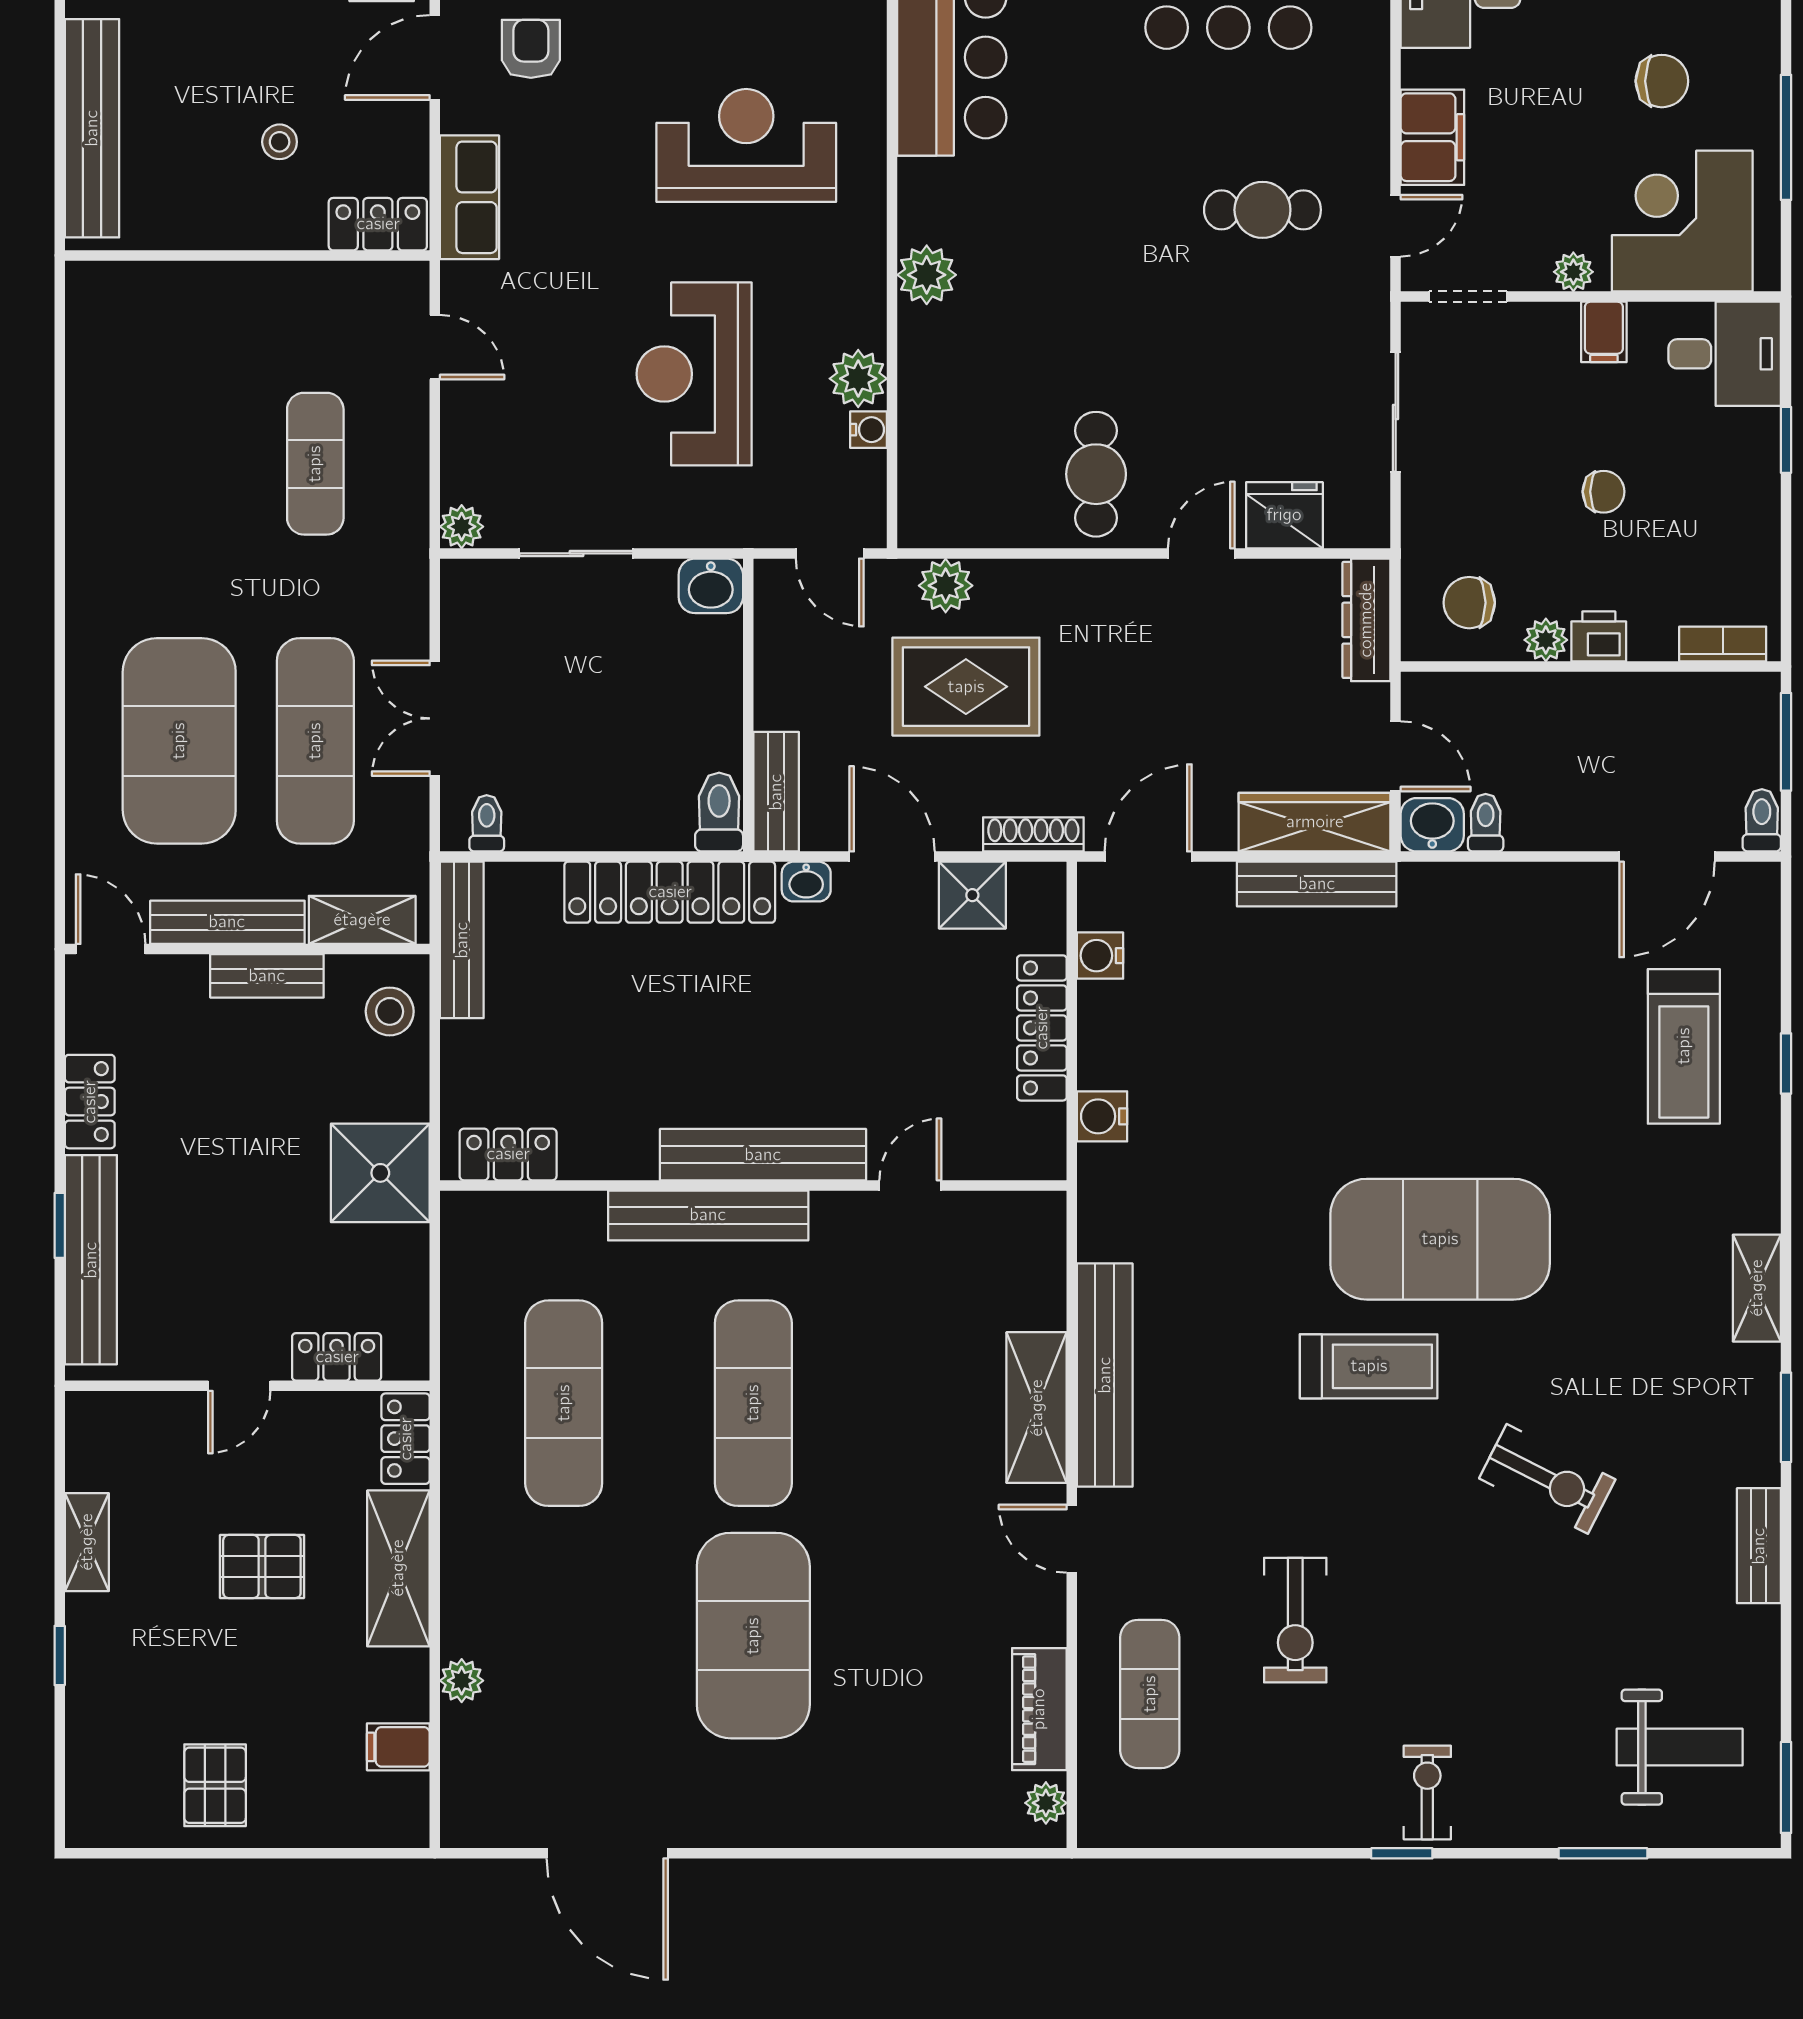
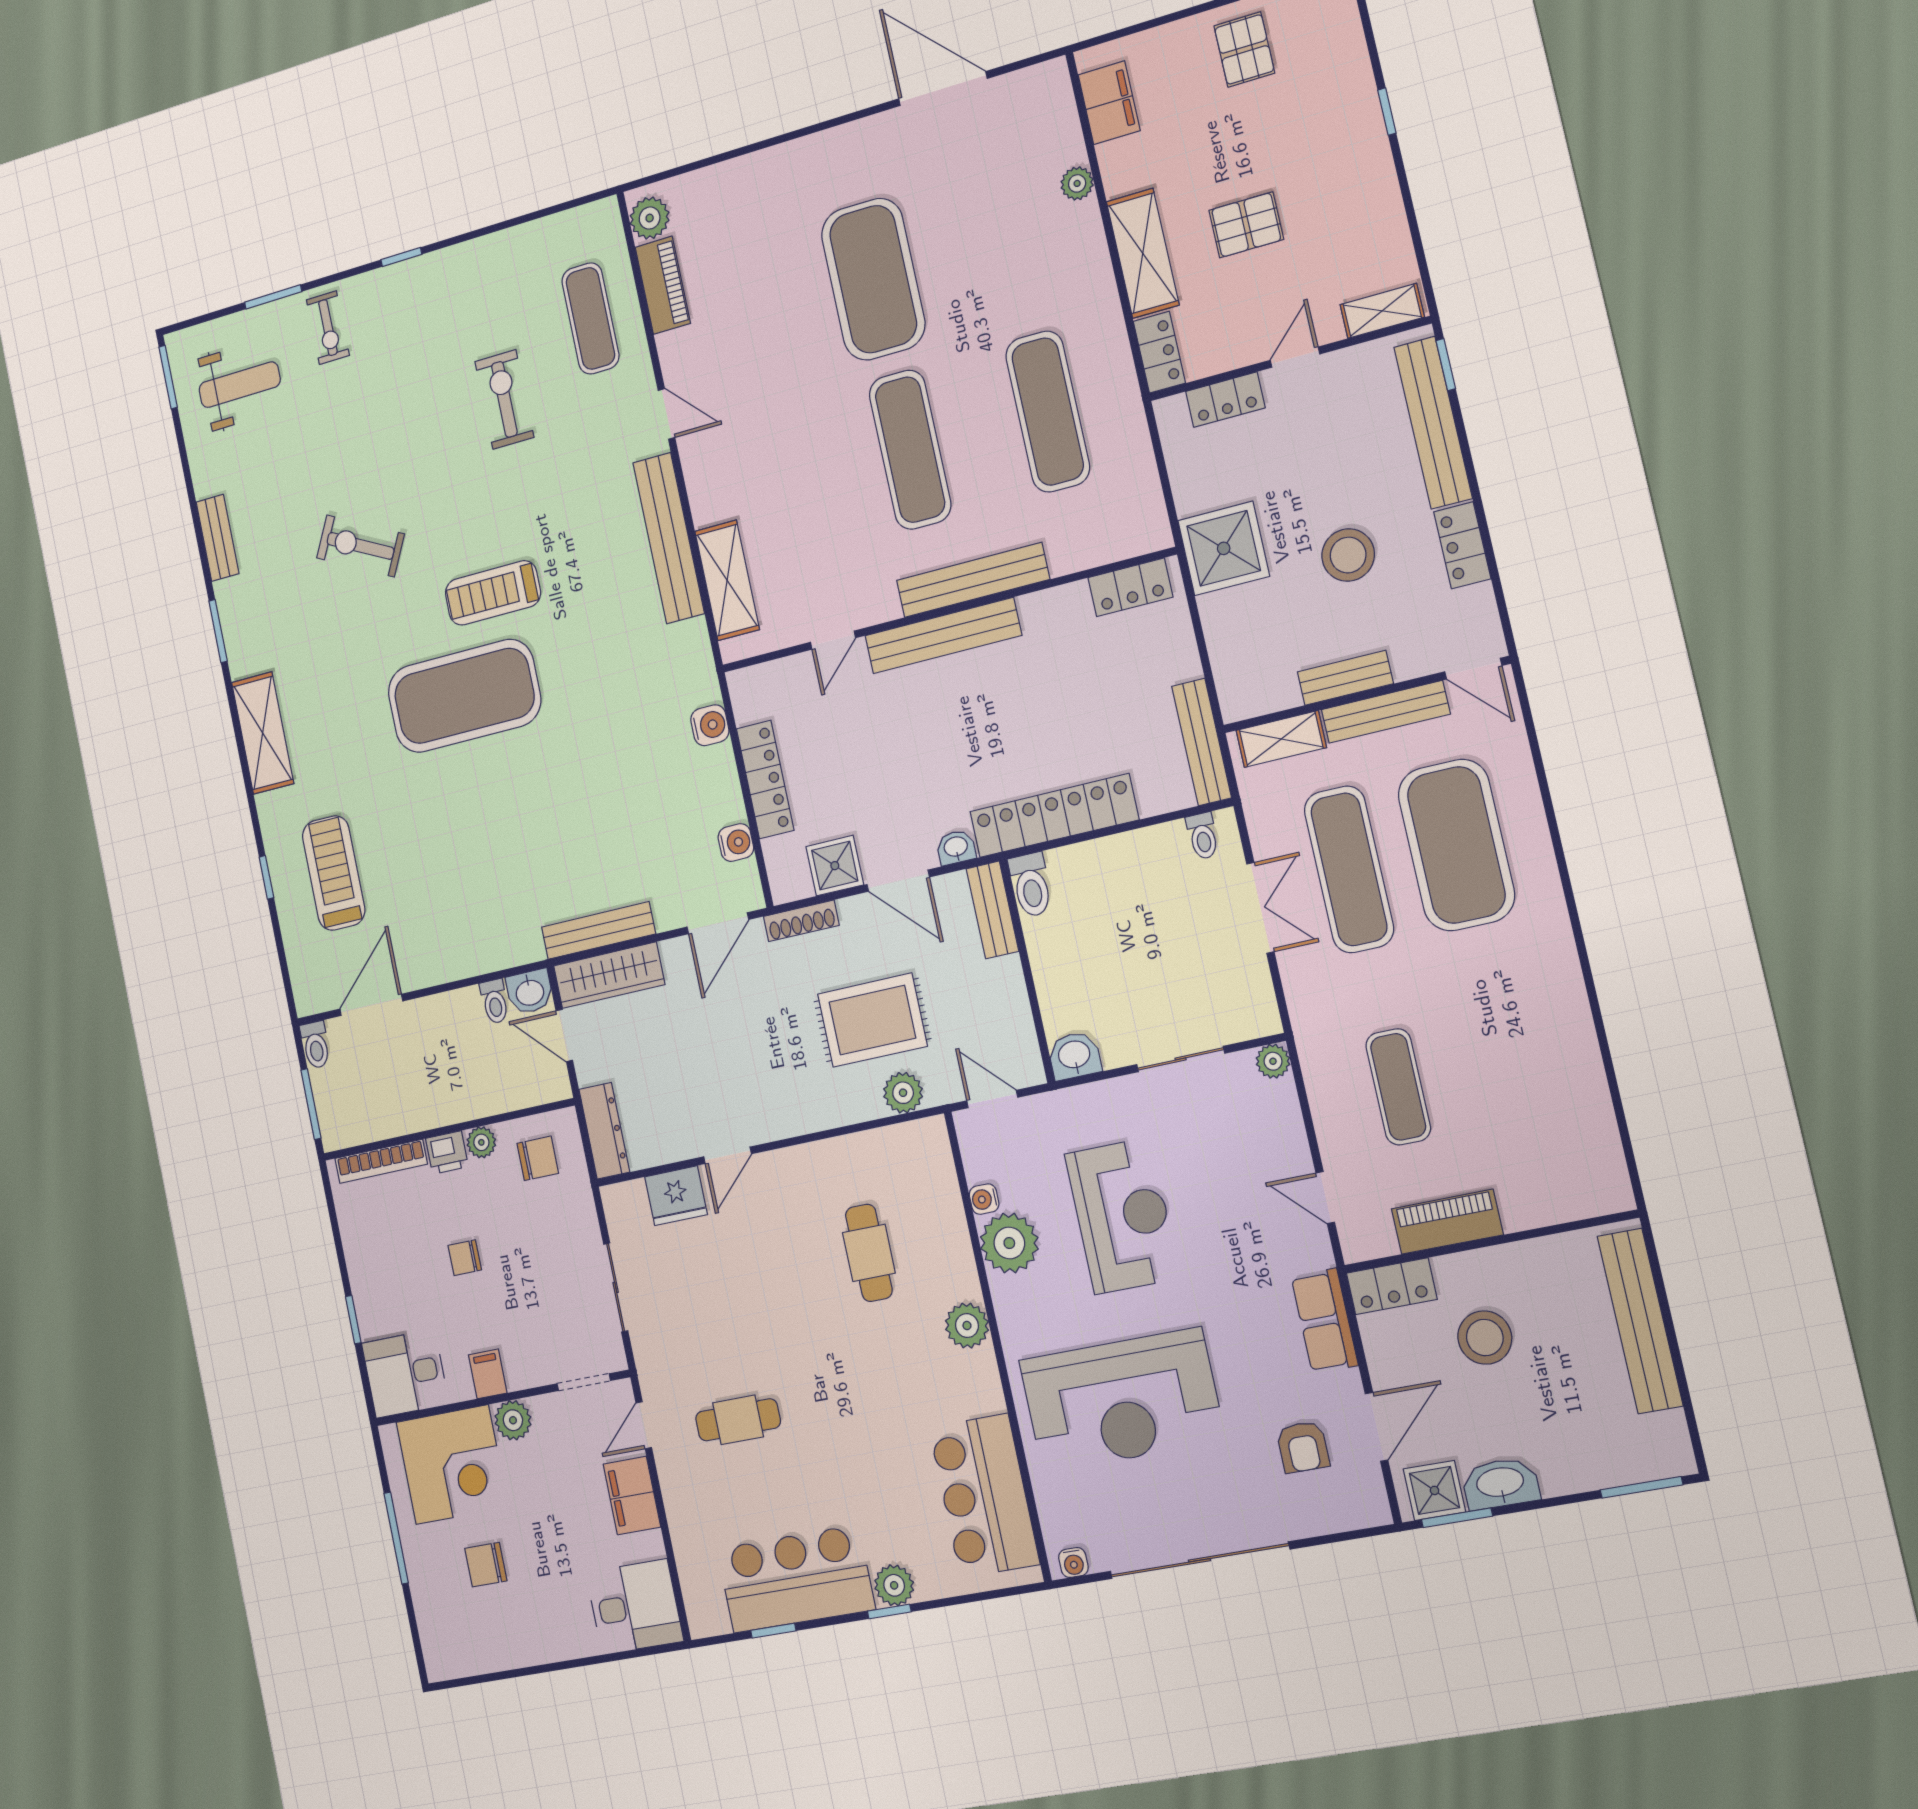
stool: (280, 142) -> (1485, 1338), width x1.89, depth x1.89
reception desk: (746, 145) -> (1122, 1400), width x1.36, depth x1.30
plant: (1573, 272) -> (513, 1420), width x1.38, depth x1.38
piano: (293, 289) -> (1447, 1222), added
plant: (858, 379) -> (1009, 1243), width x1.36, depth x1.36
cafe table: (1096, 474) -> (869, 1253), moved
bookcase: (1723, 644) -> (381, 1161), width x1.56
stool: (390, 1011) -> (1348, 555), moved, width x1.38, depth x1.38
window: (60, 1225) -> (1446, 365), moved
shelving: (1757, 1288) -> (263, 733), width x1.50, depth x1.33
shelving: (1037, 1408) -> (727, 580), moved
shelving: (87, 1542) -> (1382, 311), moved, turned 90
filing cabinet: (398, 1747) -> (1109, 103), width x2.00
weight bench: (1680, 1747) -> (240, 385), turned 180
exercise bike: (1427, 1793) -> (328, 328), moved
plant: (1046, 1803) -> (650, 218), width x1.38, depth x1.38

